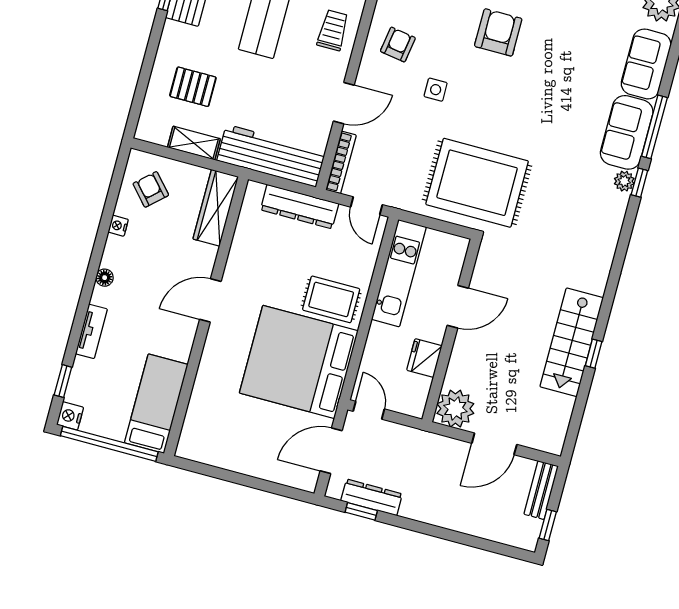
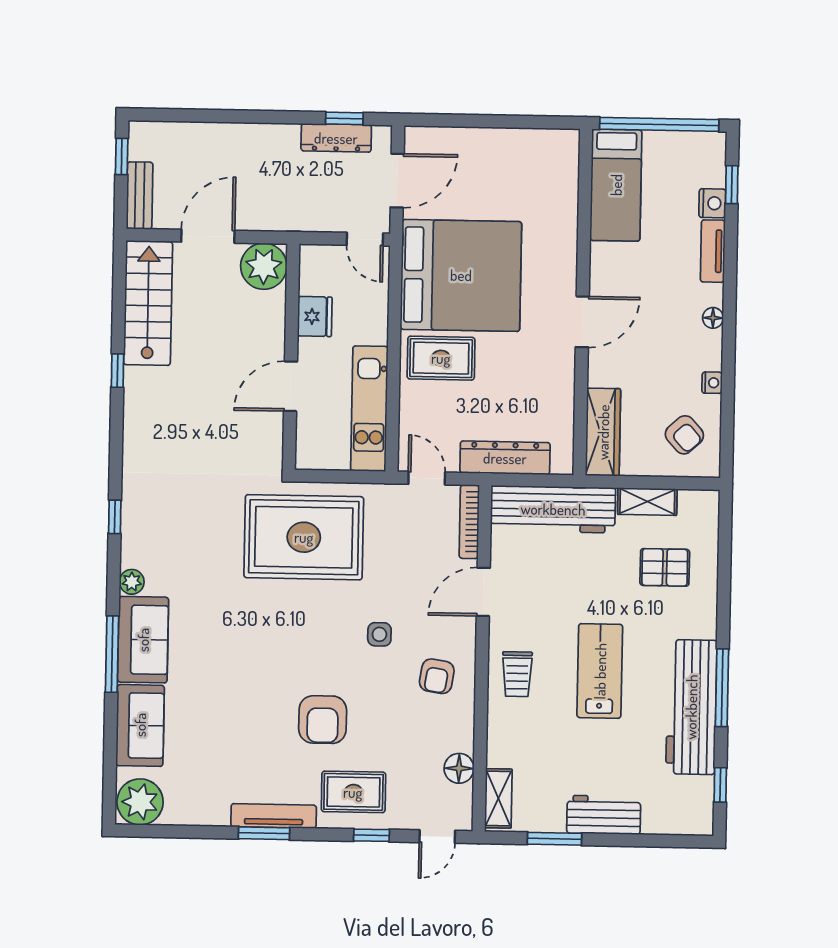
window: (639, 183) -> (115, 517), moved
stairs: (572, 342) -> (148, 303), moved
nightstand: (70, 416) -> (712, 203), moved

